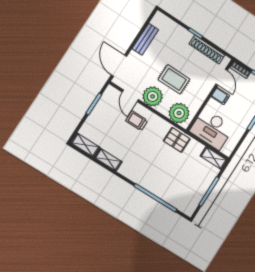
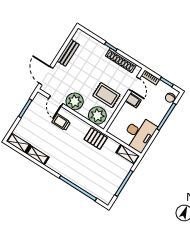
rug: (174, 79) -> (106, 95), moved
desk: (212, 129) -> (139, 134), moved, turned -90

